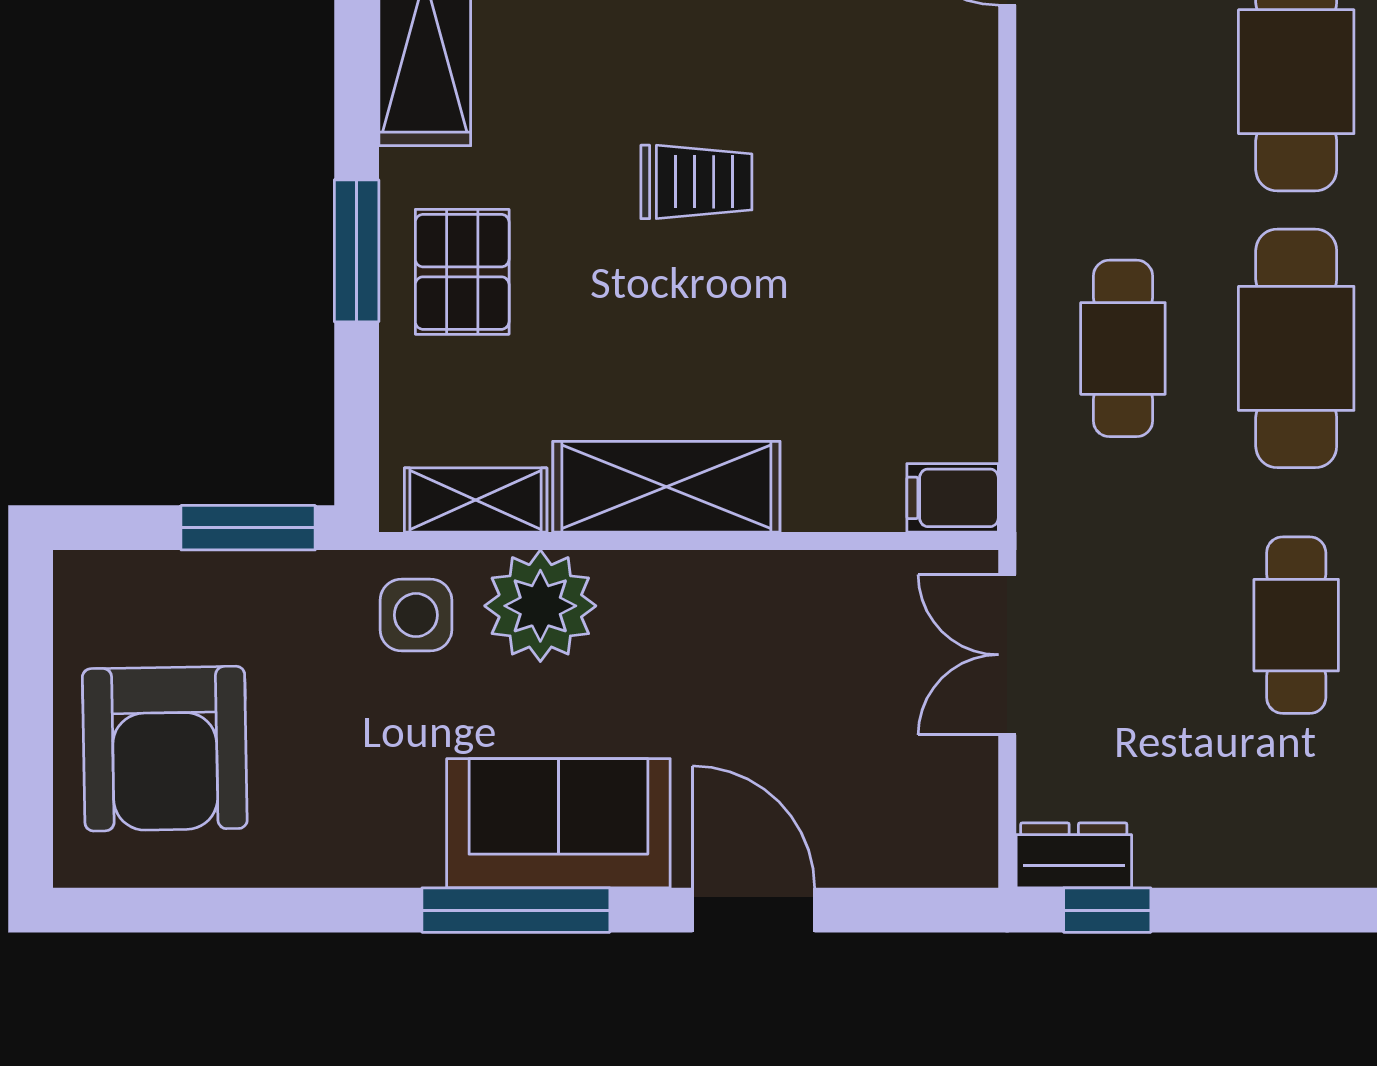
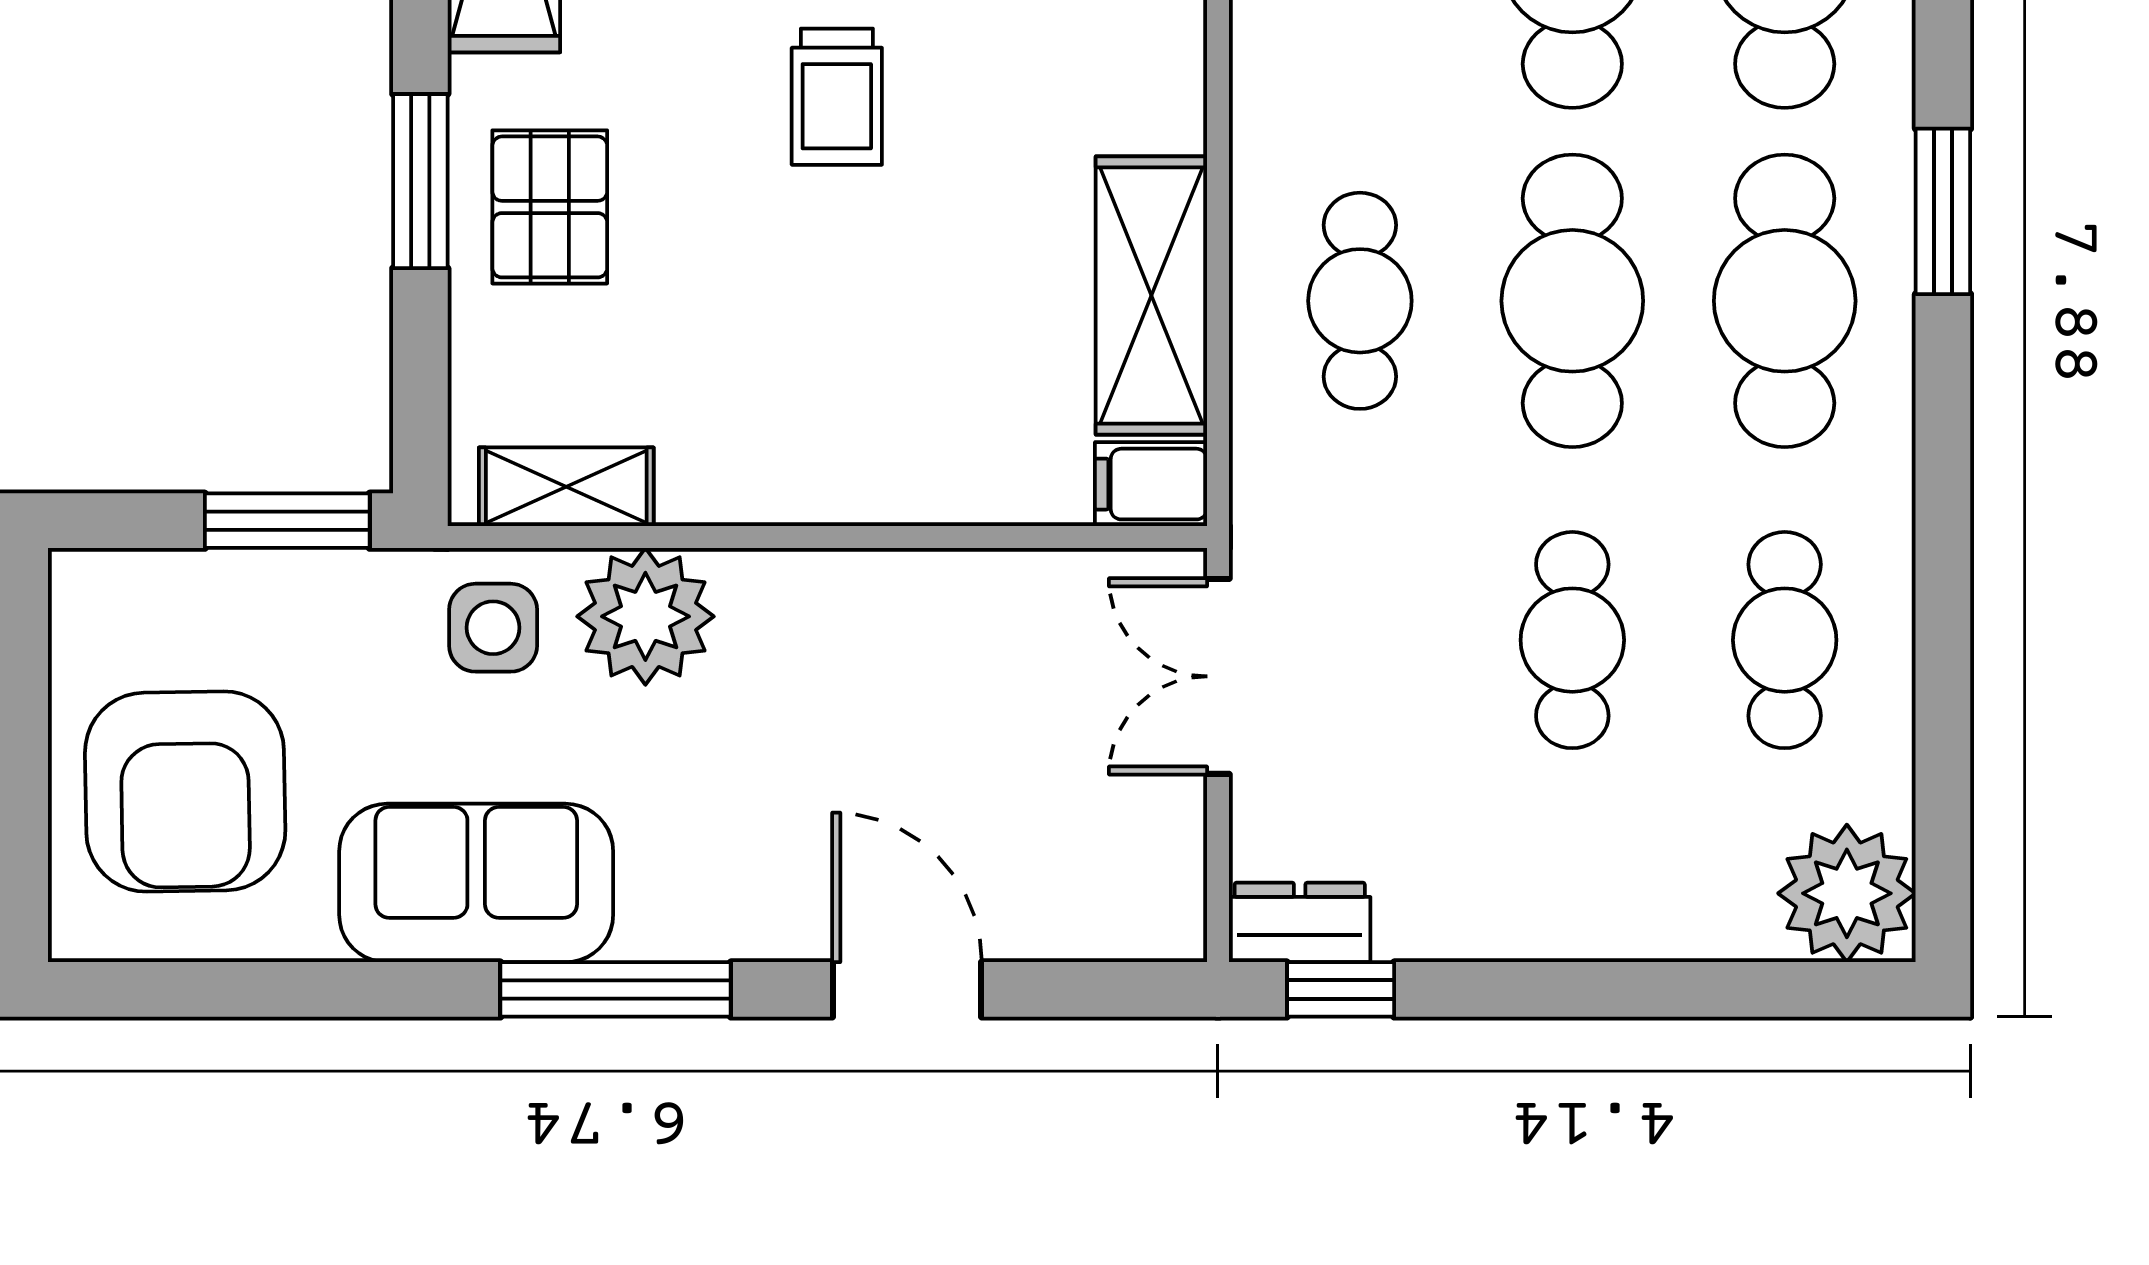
trolley: (696, 182) -> (837, 97), turned 90
shelving: (666, 487) -> (1151, 296), moved, turned 90
sofa: (558, 823) -> (476, 883), moved

